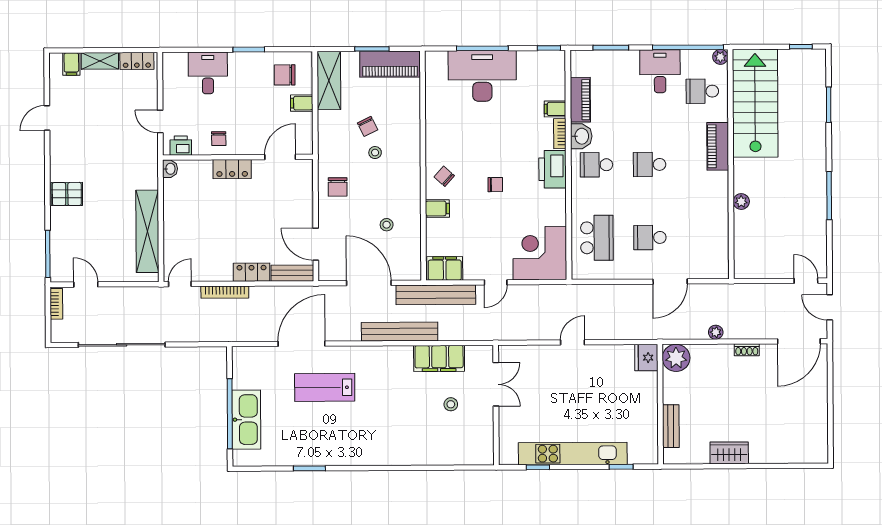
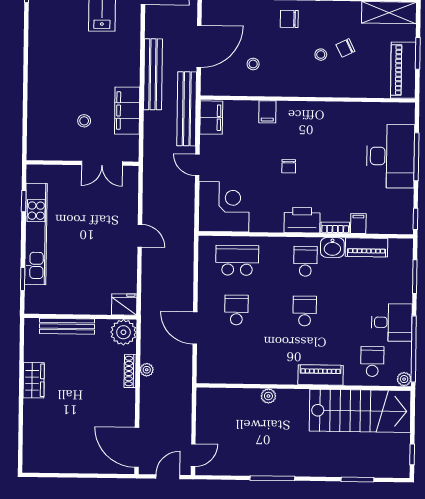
chair: (444, 176) -> (297, 119), removed
school desk: (597, 238) -> (237, 260), turned 180
shoe rack: (747, 350) -> (130, 371), moved, width x1.43
bench: (671, 426) -> (67, 326), width x1.36

